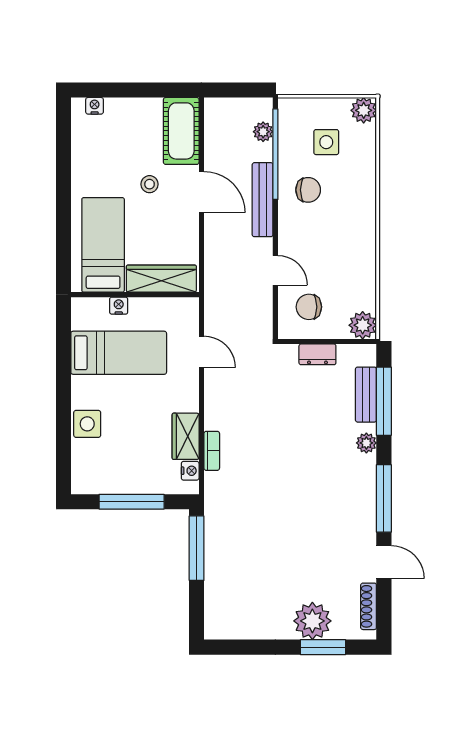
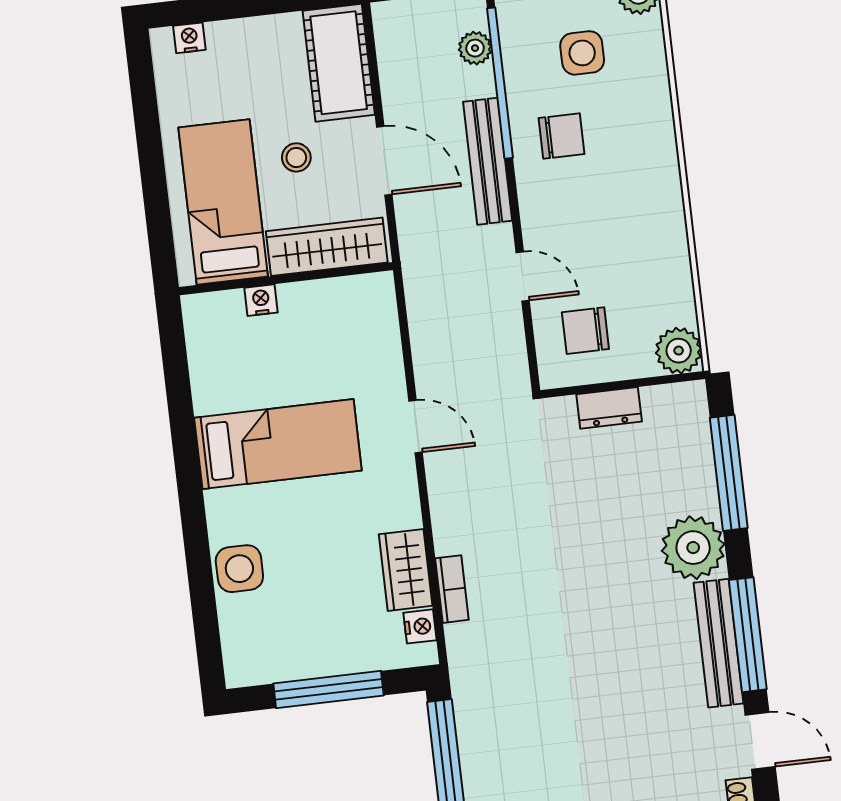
bed: (103, 245) -> (223, 202), moved
wardrobe: (161, 279) -> (327, 247), moved
wall: (135, 295) -> (286, 279), moved
nightstand: (119, 306) -> (261, 300), moved
bench: (366, 395) -> (719, 643), moved, width x1.36
plant: (366, 443) -> (693, 548), width x1.88, depth x1.88

